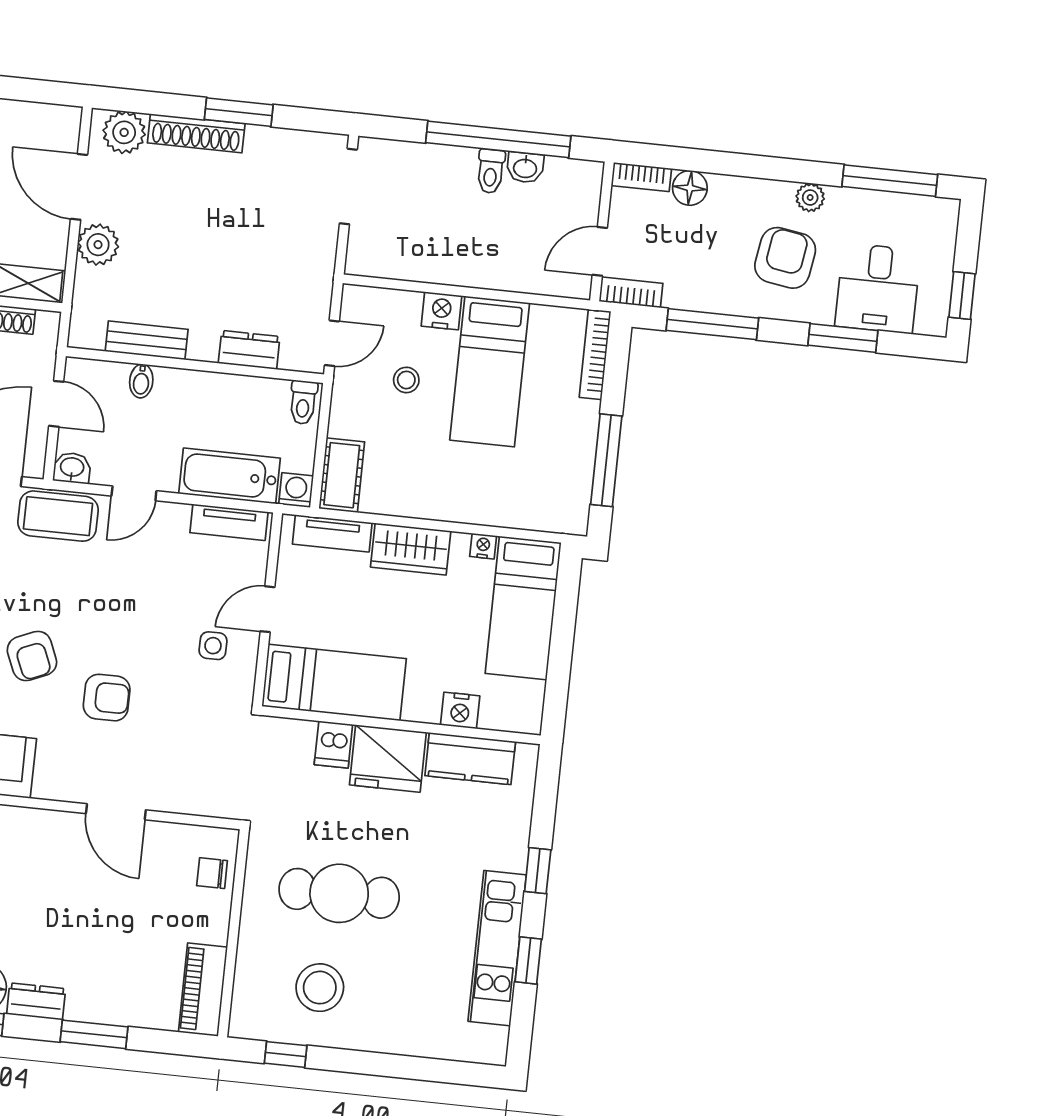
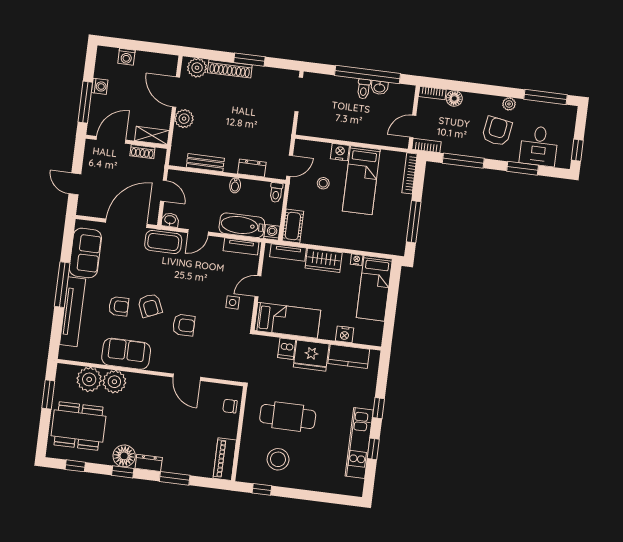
bidet: (141, 381) -> (235, 185), moved

